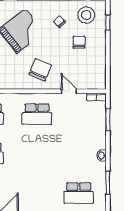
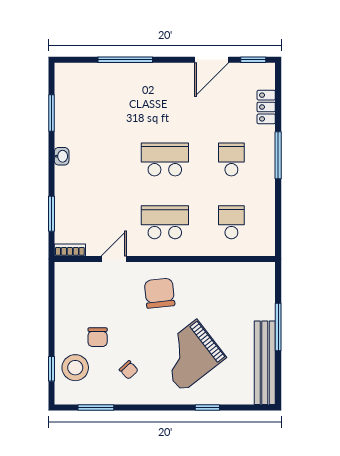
stool: (86, 15) -> (75, 368), moved
chair: (40, 70) -> (160, 293), turned 151
door: (69, 91) -> (114, 259), swing flipped
school desk: (79, 193) -> (165, 159), moved

